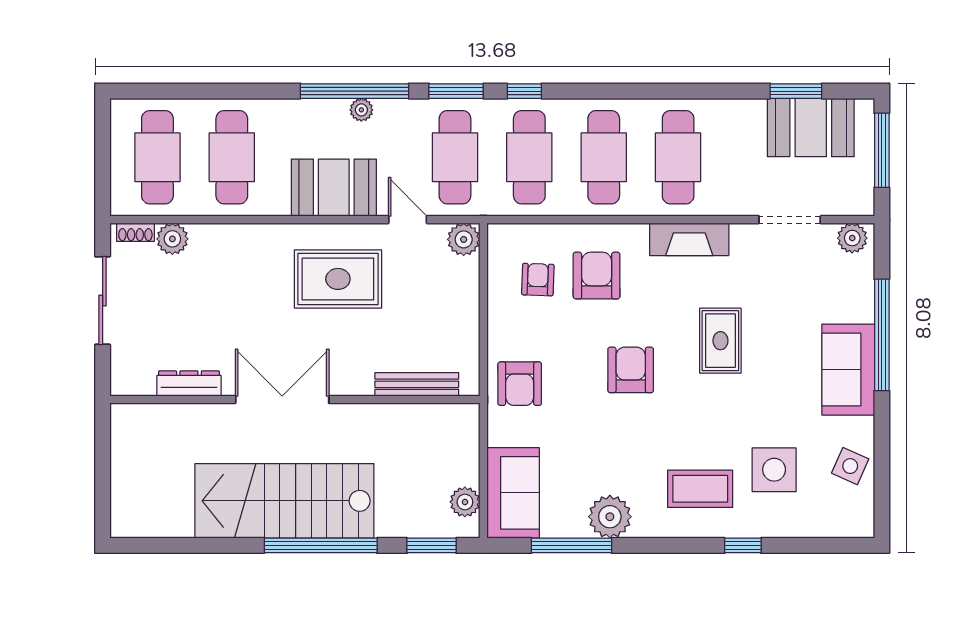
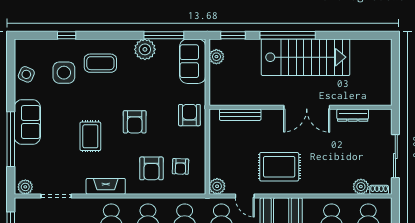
window: (743, 545) -> (67, 35), moved

